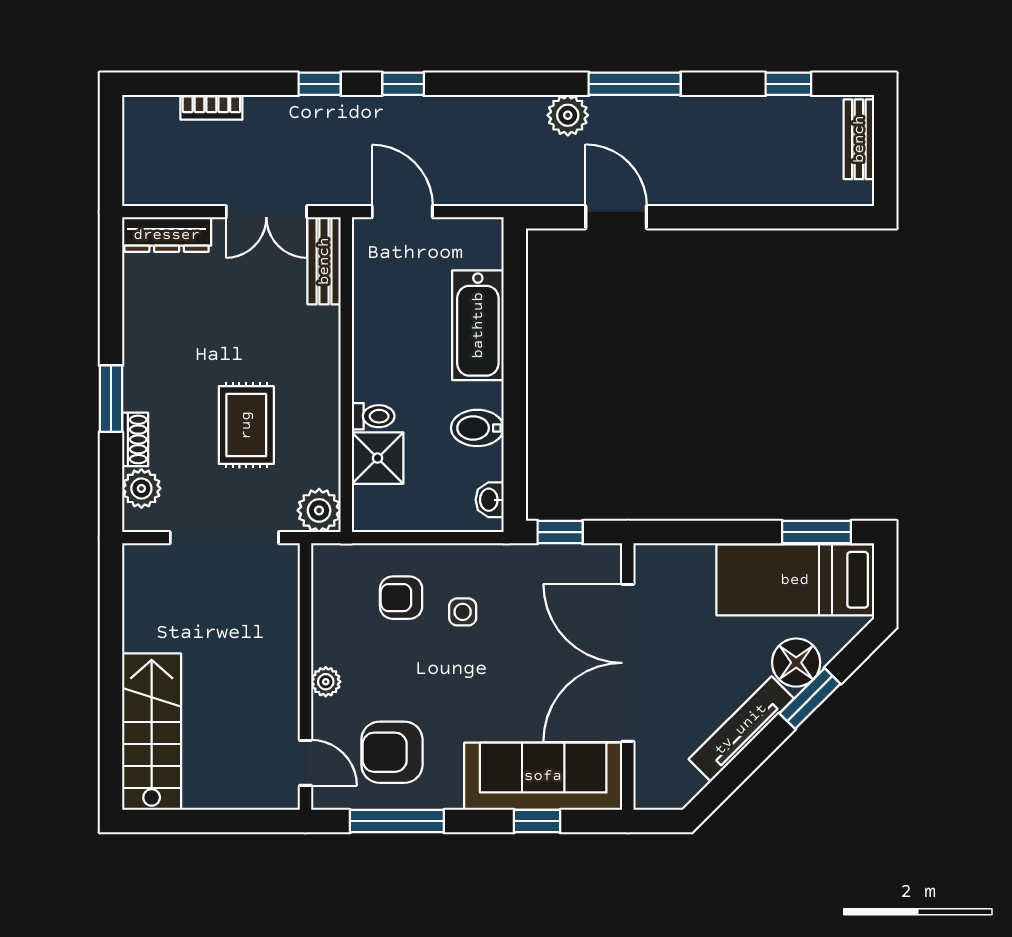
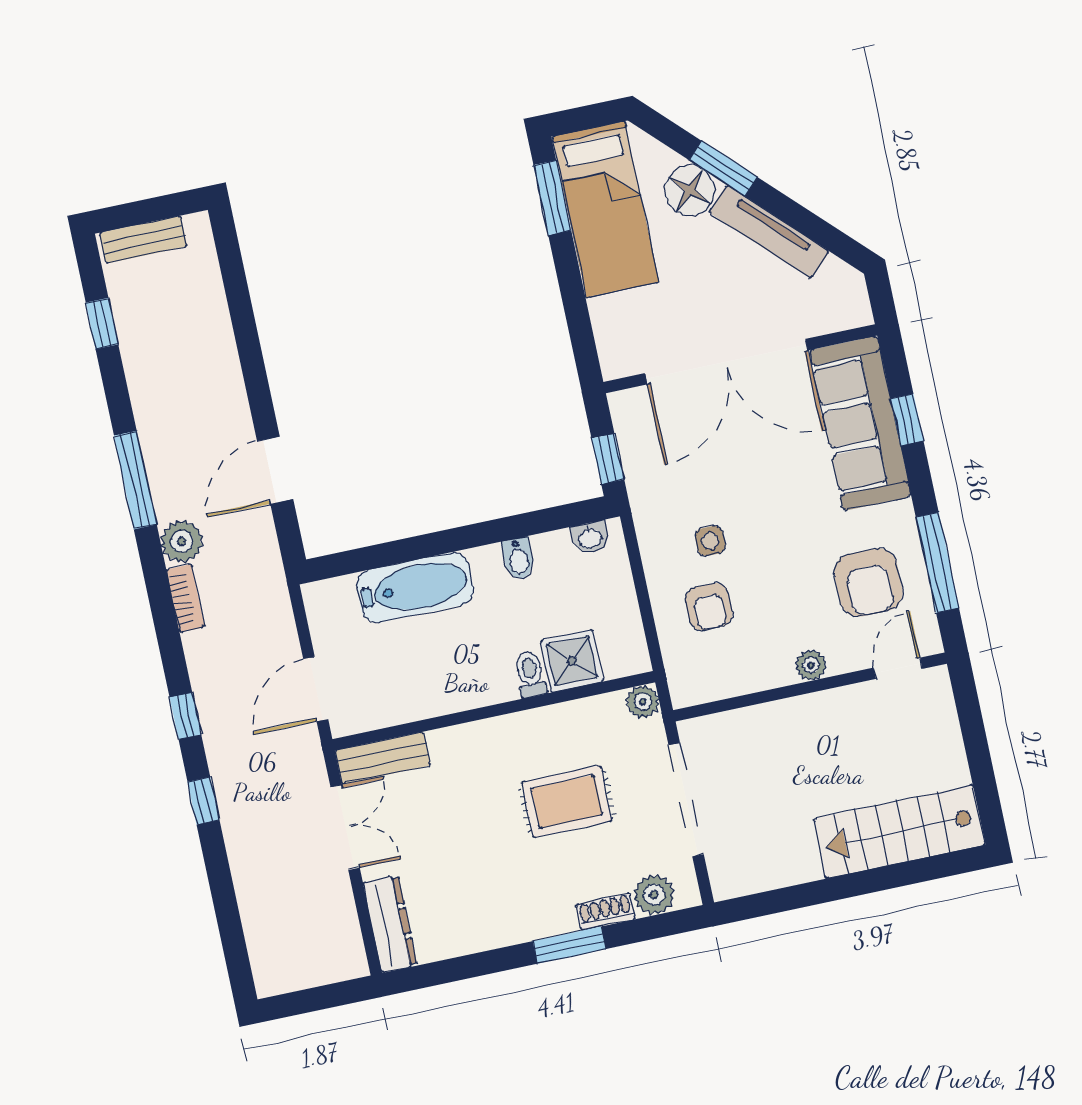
bookcase: (211, 107) -> (185, 598), moved
bidet: (477, 428) -> (518, 559), width x0.72, depth x0.74
plant: (319, 510) -> (643, 702), width x0.73, depth x0.73

